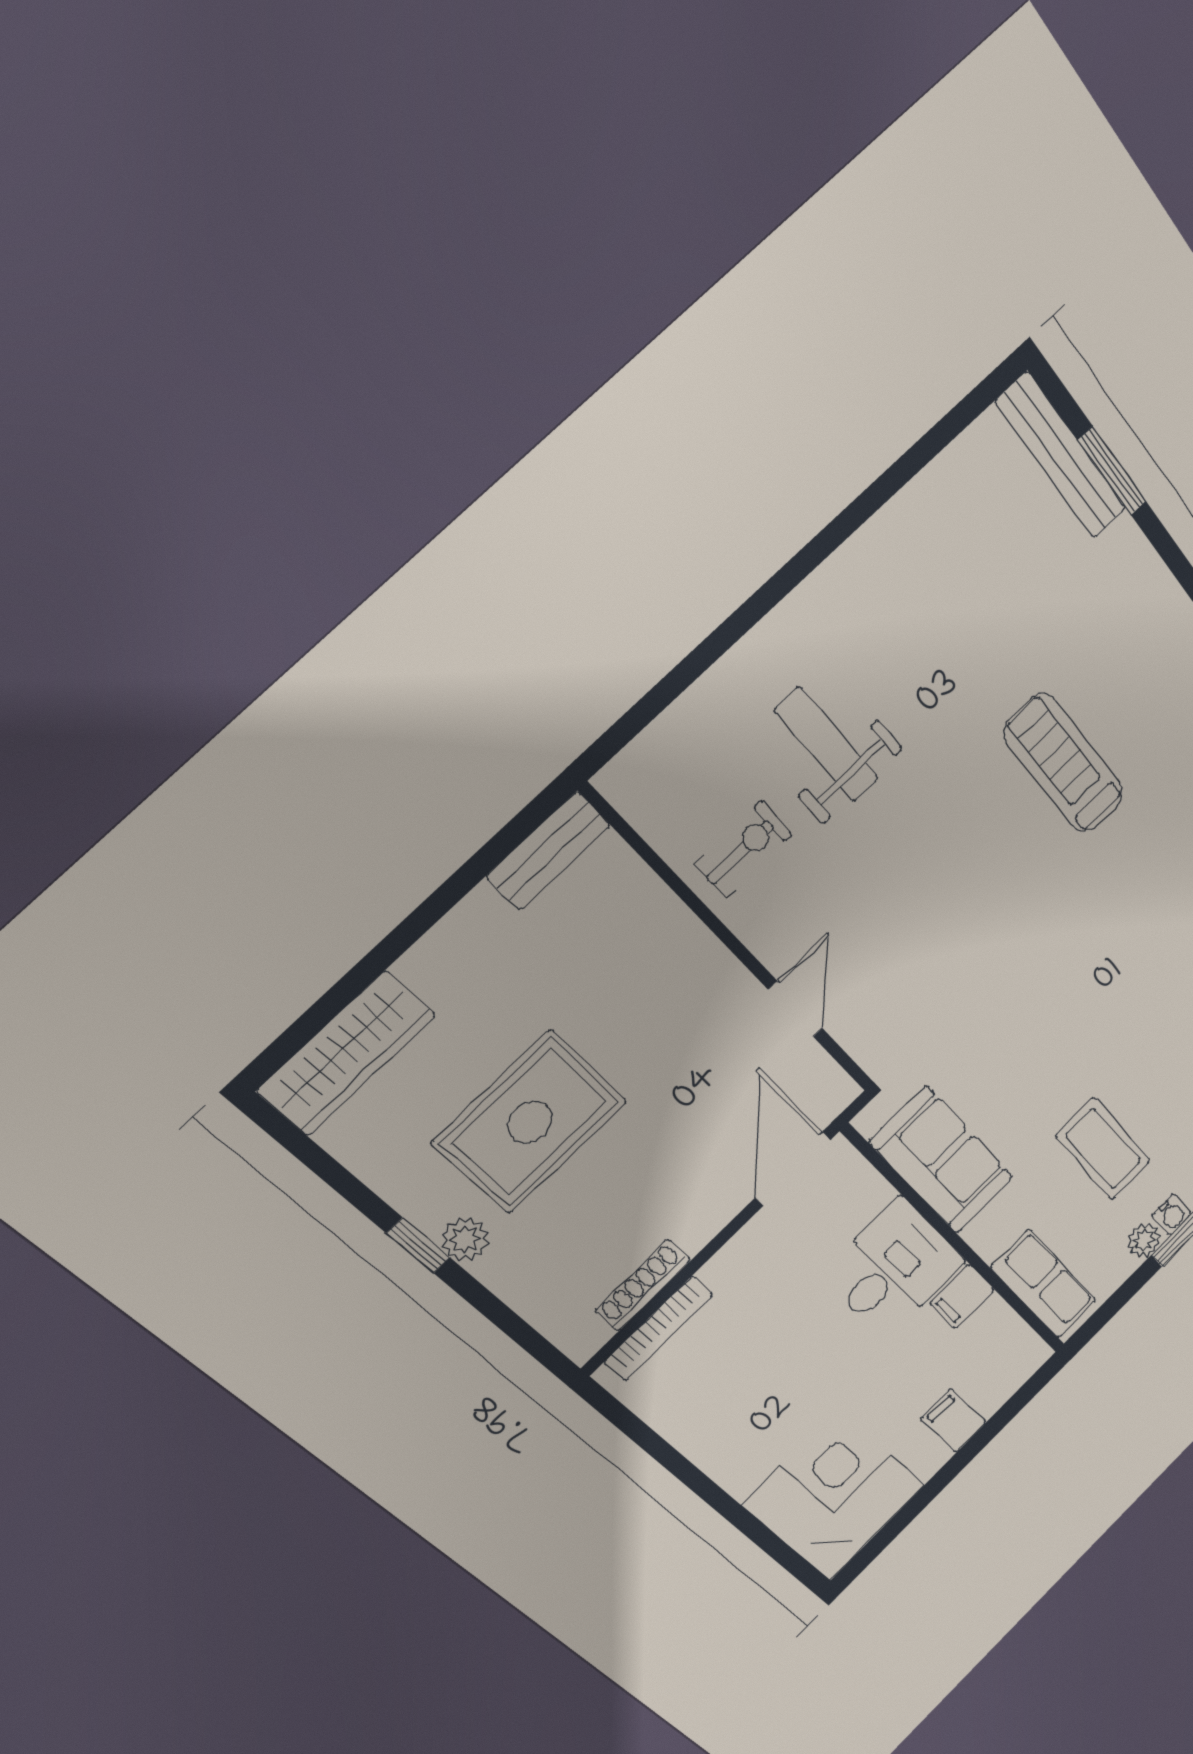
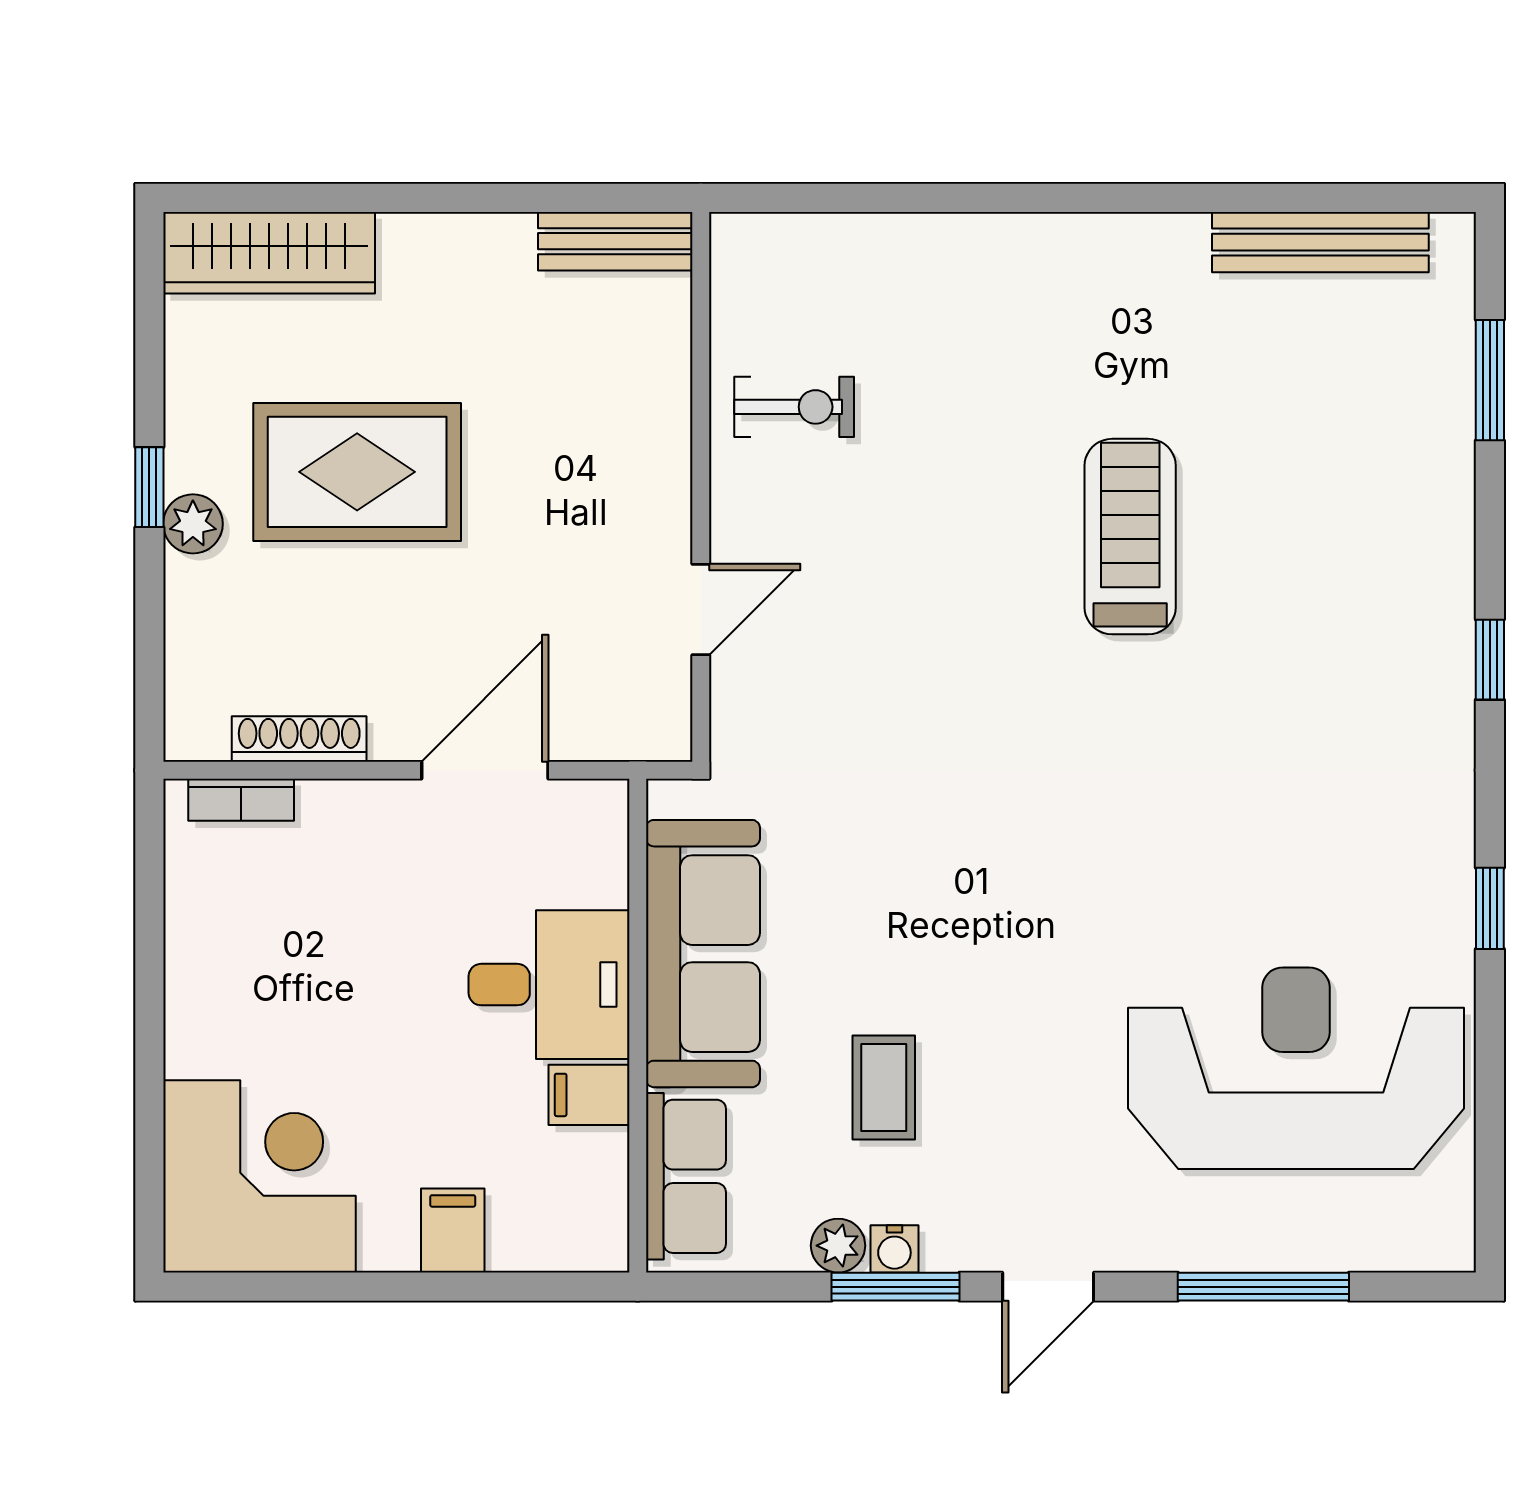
bench: (1061, 456) -> (1320, 242), moved, turned 90
weight bench: (827, 744) -> (965, 383), removed
treadmill: (1064, 763) -> (1130, 537), moved
coffee table: (1103, 1149) -> (884, 1087), width x0.73, depth x0.77
sofa: (942, 1160) -> (703, 954), width x1.36
door: (793, 1169) -> (485, 770), moved
bookcase: (659, 1328) -> (241, 800), width x0.64

